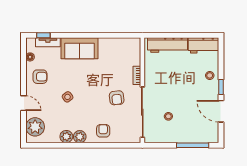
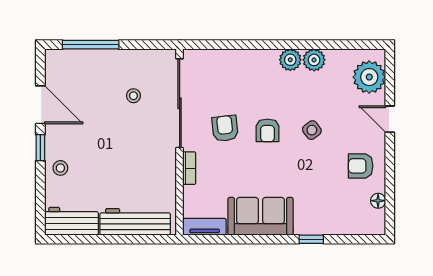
window: (43, 35) -> (311, 239), moved
tv unit: (48, 42) -> (205, 227), moved
sofa: (79, 48) -> (260, 216), moved
armchair: (103, 131) -> (267, 130), moved

